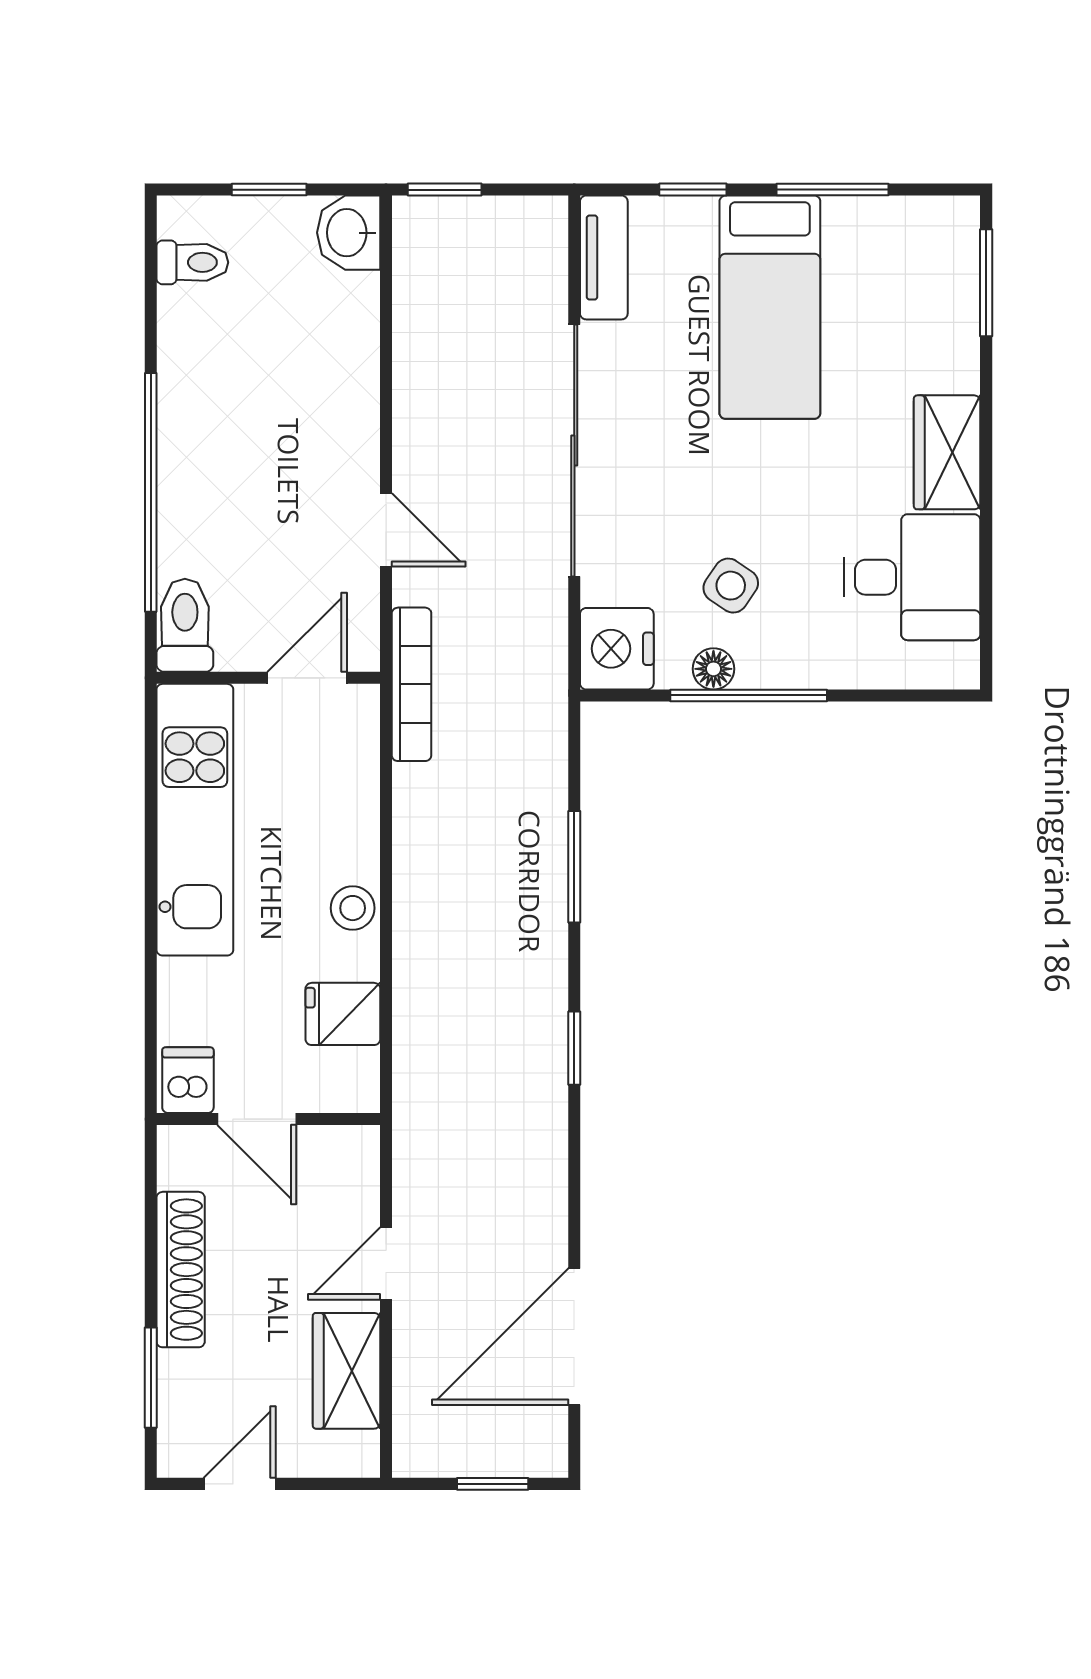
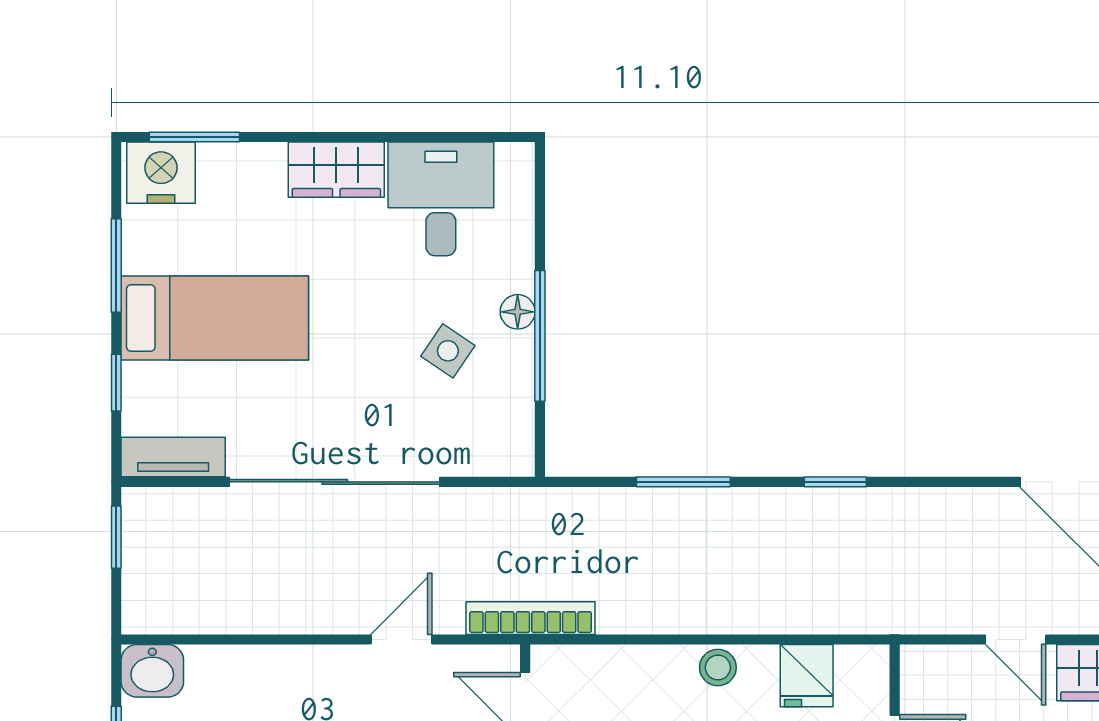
window: (445, 190) -> (116, 537), moved
nightstand: (617, 649) -> (161, 173), moved, turned 180
floor lamp: (713, 669) -> (518, 312), moved

